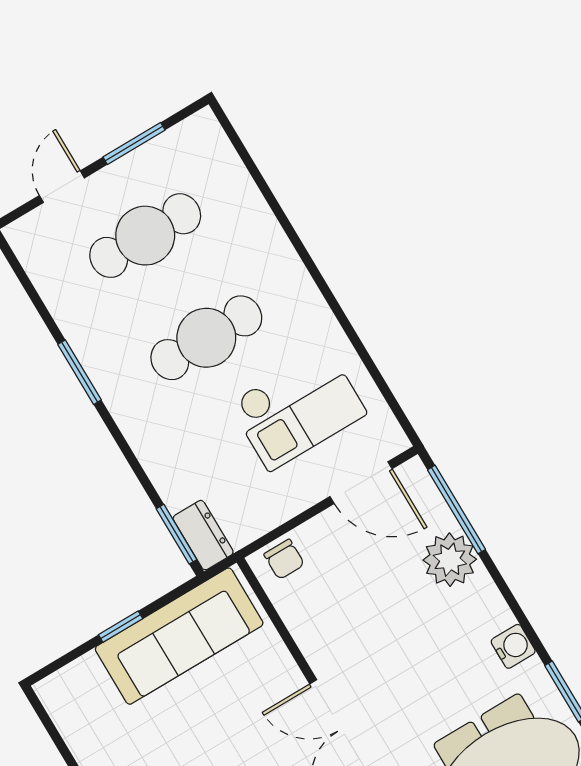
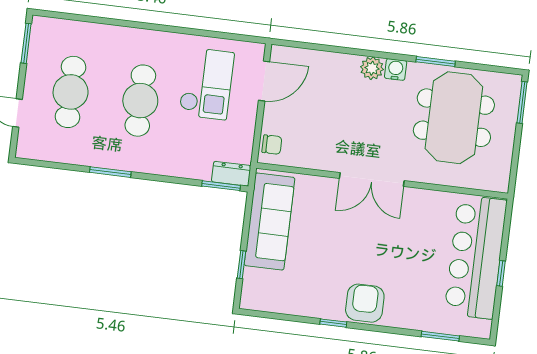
window: (134, 143) -> (26, 43), moved
window: (456, 510) -> (311, 46), removed
plant: (450, 560) -> (372, 68), moved, width x0.73, depth x0.73
window: (121, 627) -> (242, 265), moved

